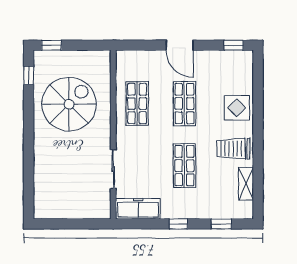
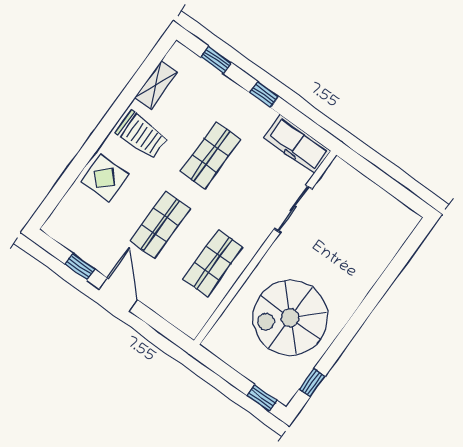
window: (234, 45) -> (80, 267), moved

